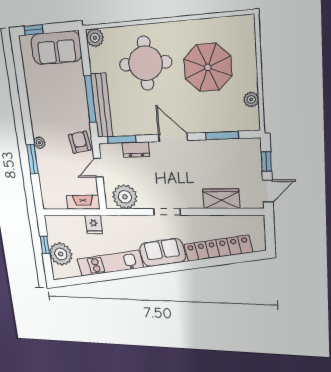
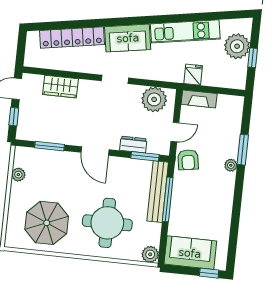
parasol: (208, 67) -> (47, 223), moved

